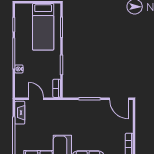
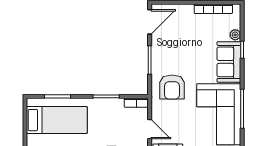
door: (36, 99) -> (150, 129), swing flipped
armchair: (69, 116) -> (172, 87), added

